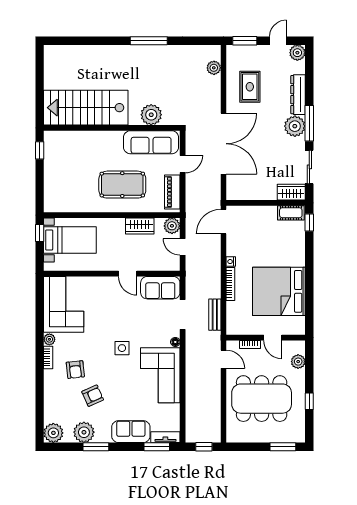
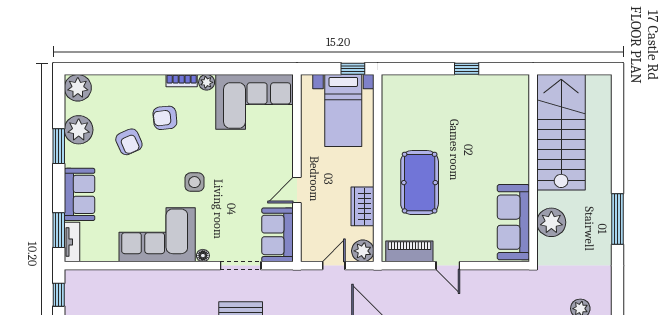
stairs: (86, 108) -> (561, 132), moved
plant: (151, 115) -> (551, 222), moved
wall: (112, 128) -> (533, 168), moved
sofa: (151, 142) -> (513, 222), moved

